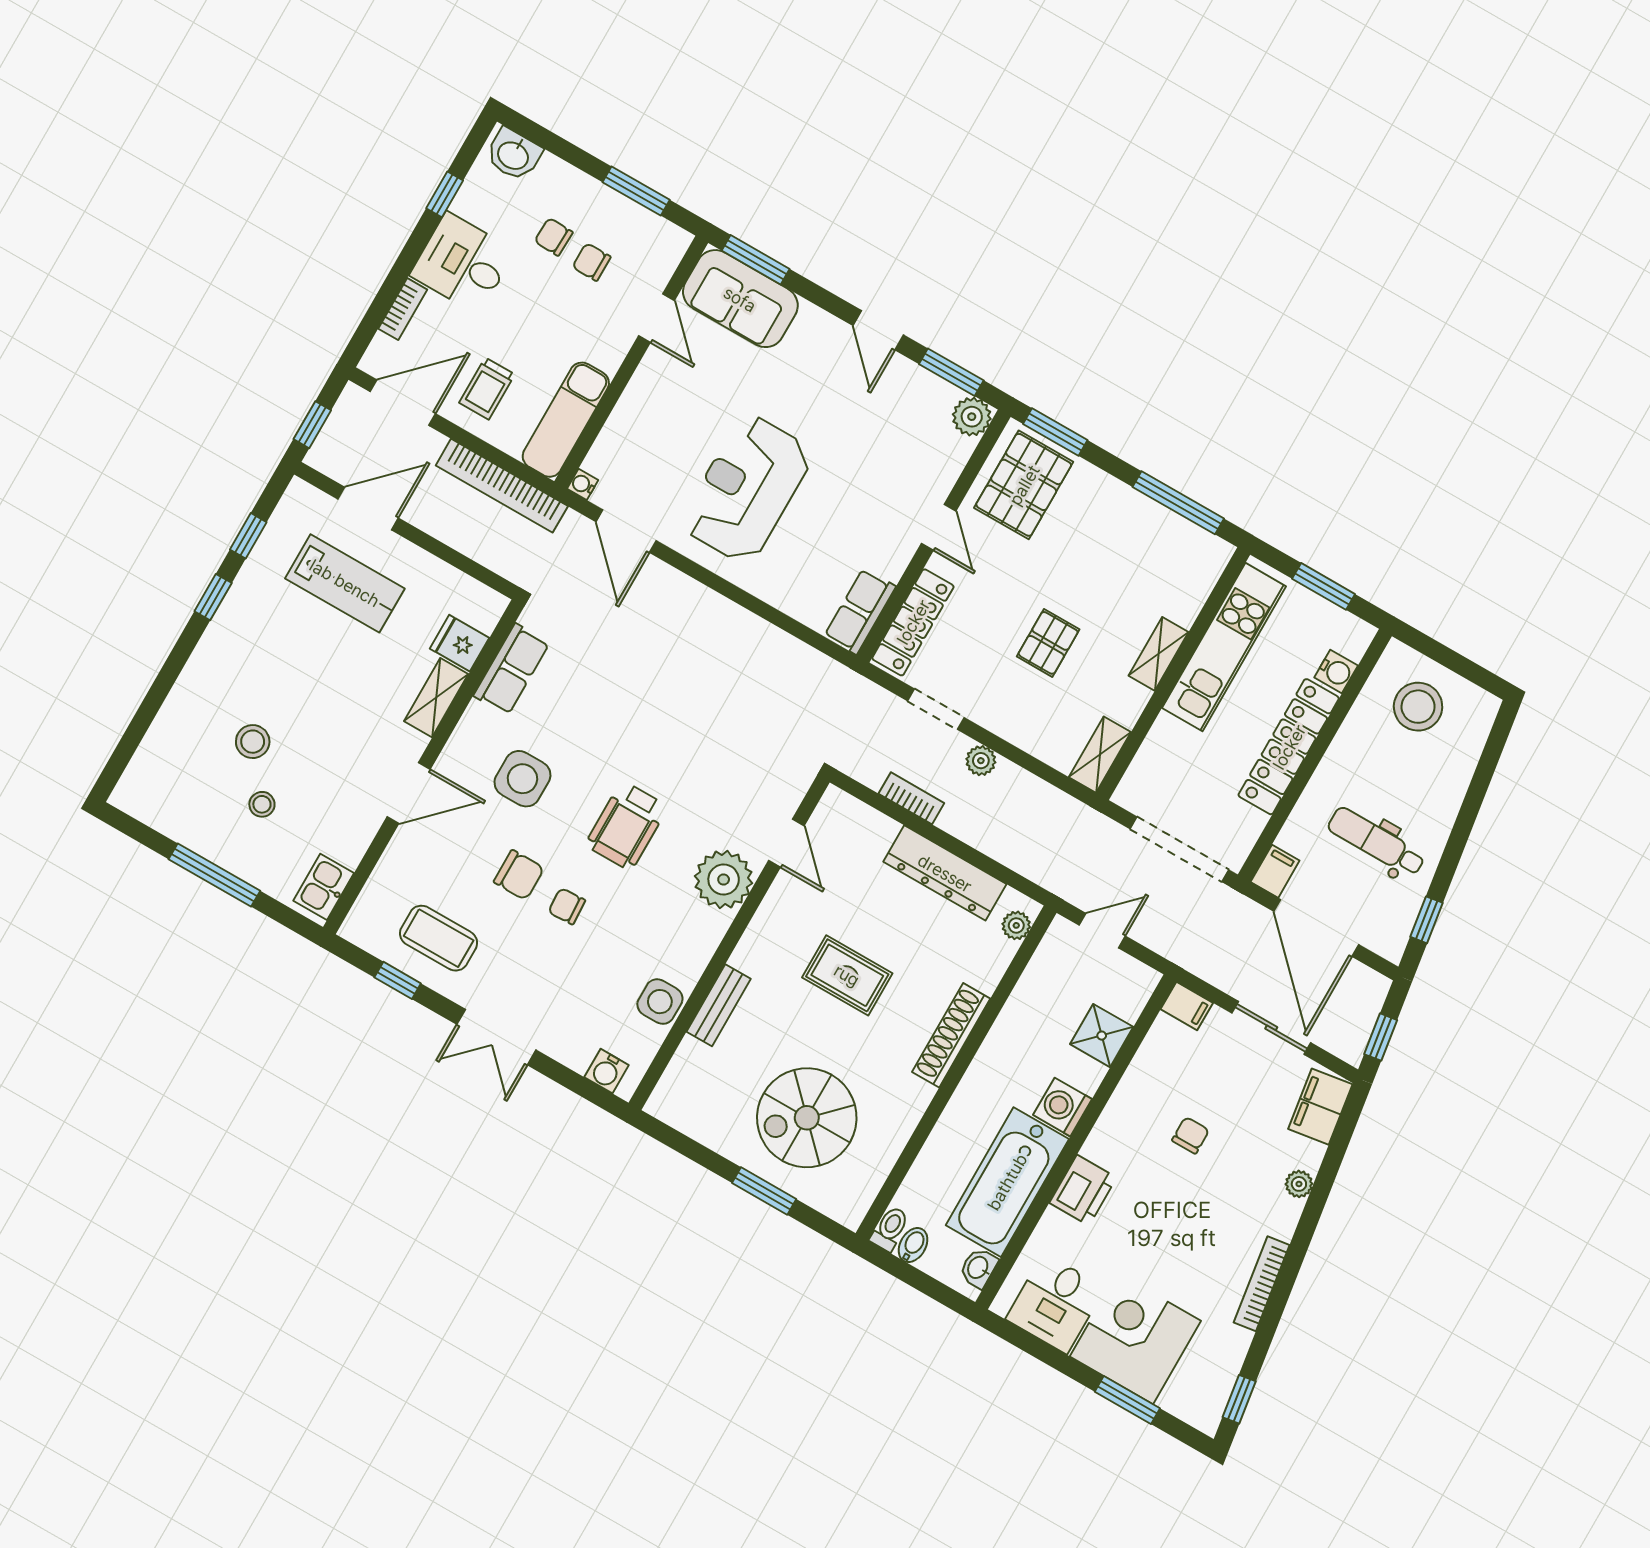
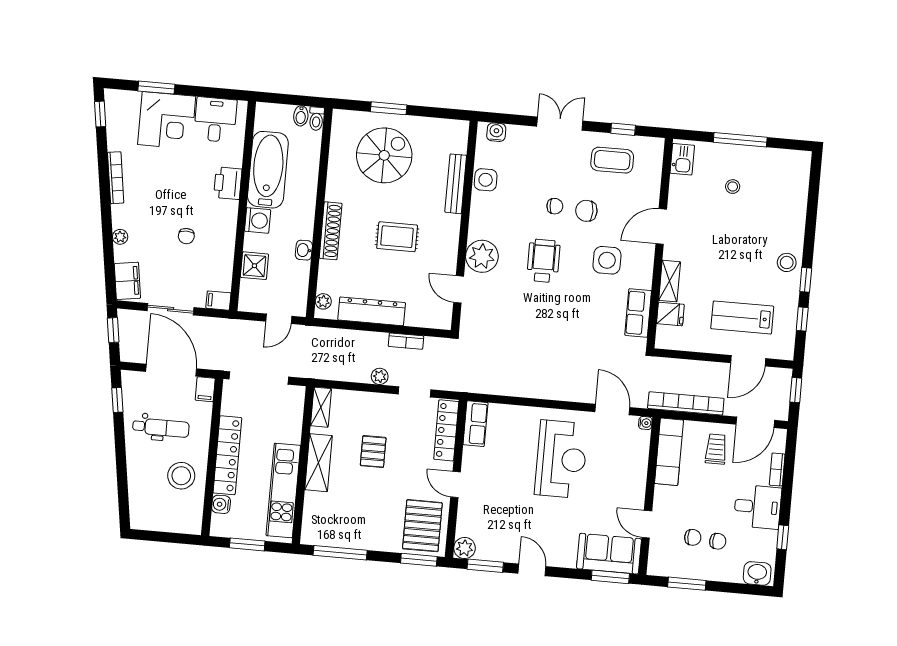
shelving: (1159, 654) -> (318, 463), width x1.50, depth x1.33
stool: (1418, 707) -> (181, 476), moved
stool: (253, 742) -> (787, 262), moved
bench: (719, 1005) -> (456, 184), width x1.36
washbasin: (978, 1268) -> (304, 250), moved, turned 180

